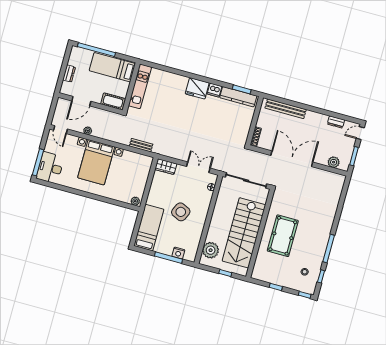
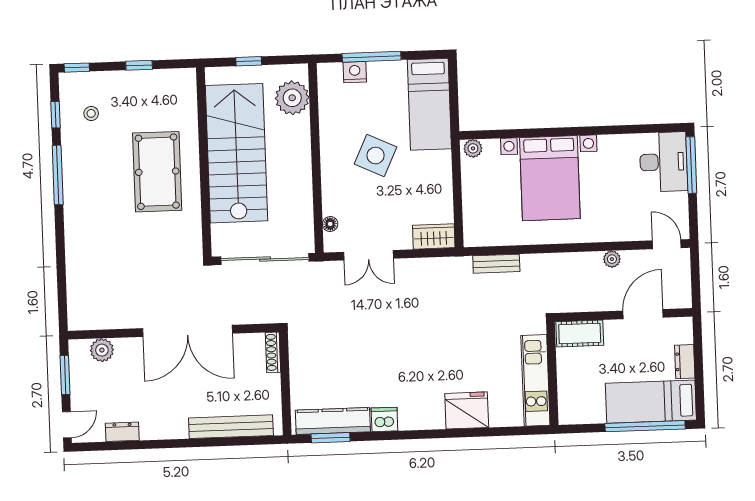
bed: (112, 67) -> (651, 402), moved, turned 180
fridge: (197, 88) -> (467, 410), moved
bed with nightstands: (96, 162) -> (550, 178), moved, turned 180

